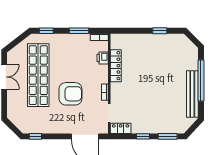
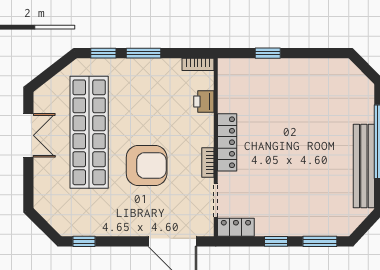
window: (79, 31) -> (144, 53), moved
window: (160, 31) -> (268, 53), moved
locker: (116, 66) -> (227, 142), moved

